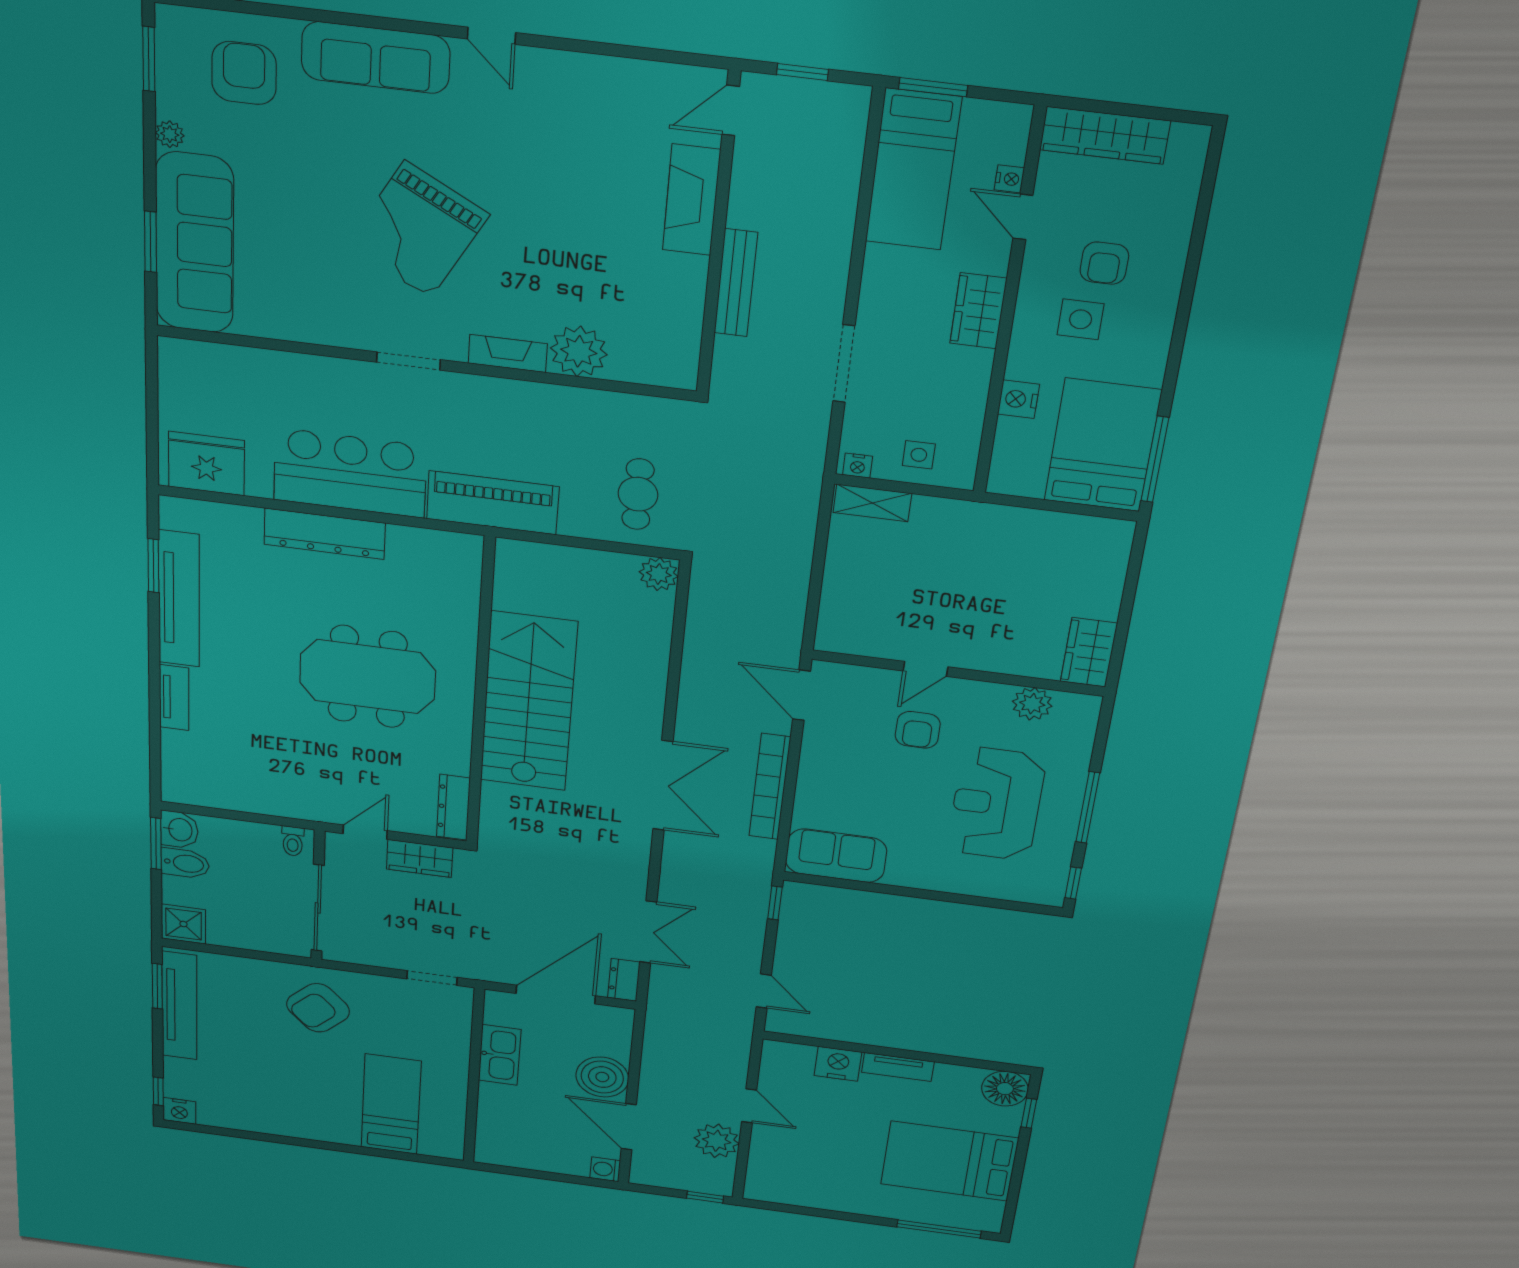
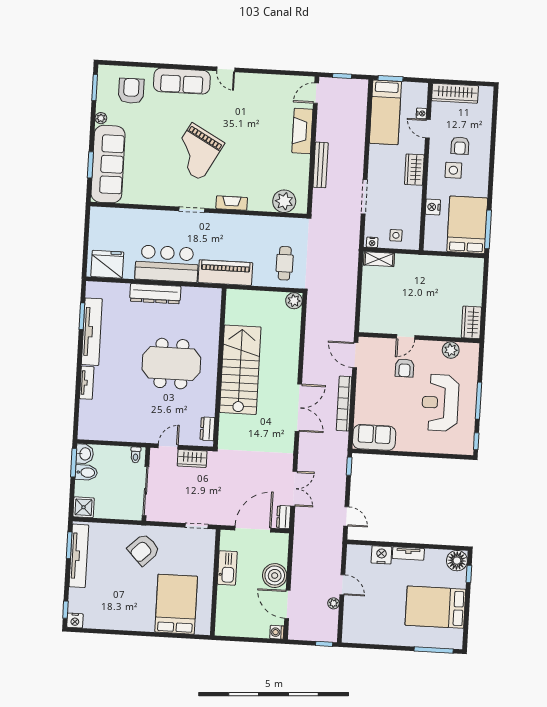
plant: (579, 351) -> (284, 201), moved
dresser: (453, 807) -> (207, 429), width x0.70
bed: (391, 1104) -> (176, 604), width x1.50
plant: (717, 1141) -> (333, 603), width x0.53, depth x0.53

